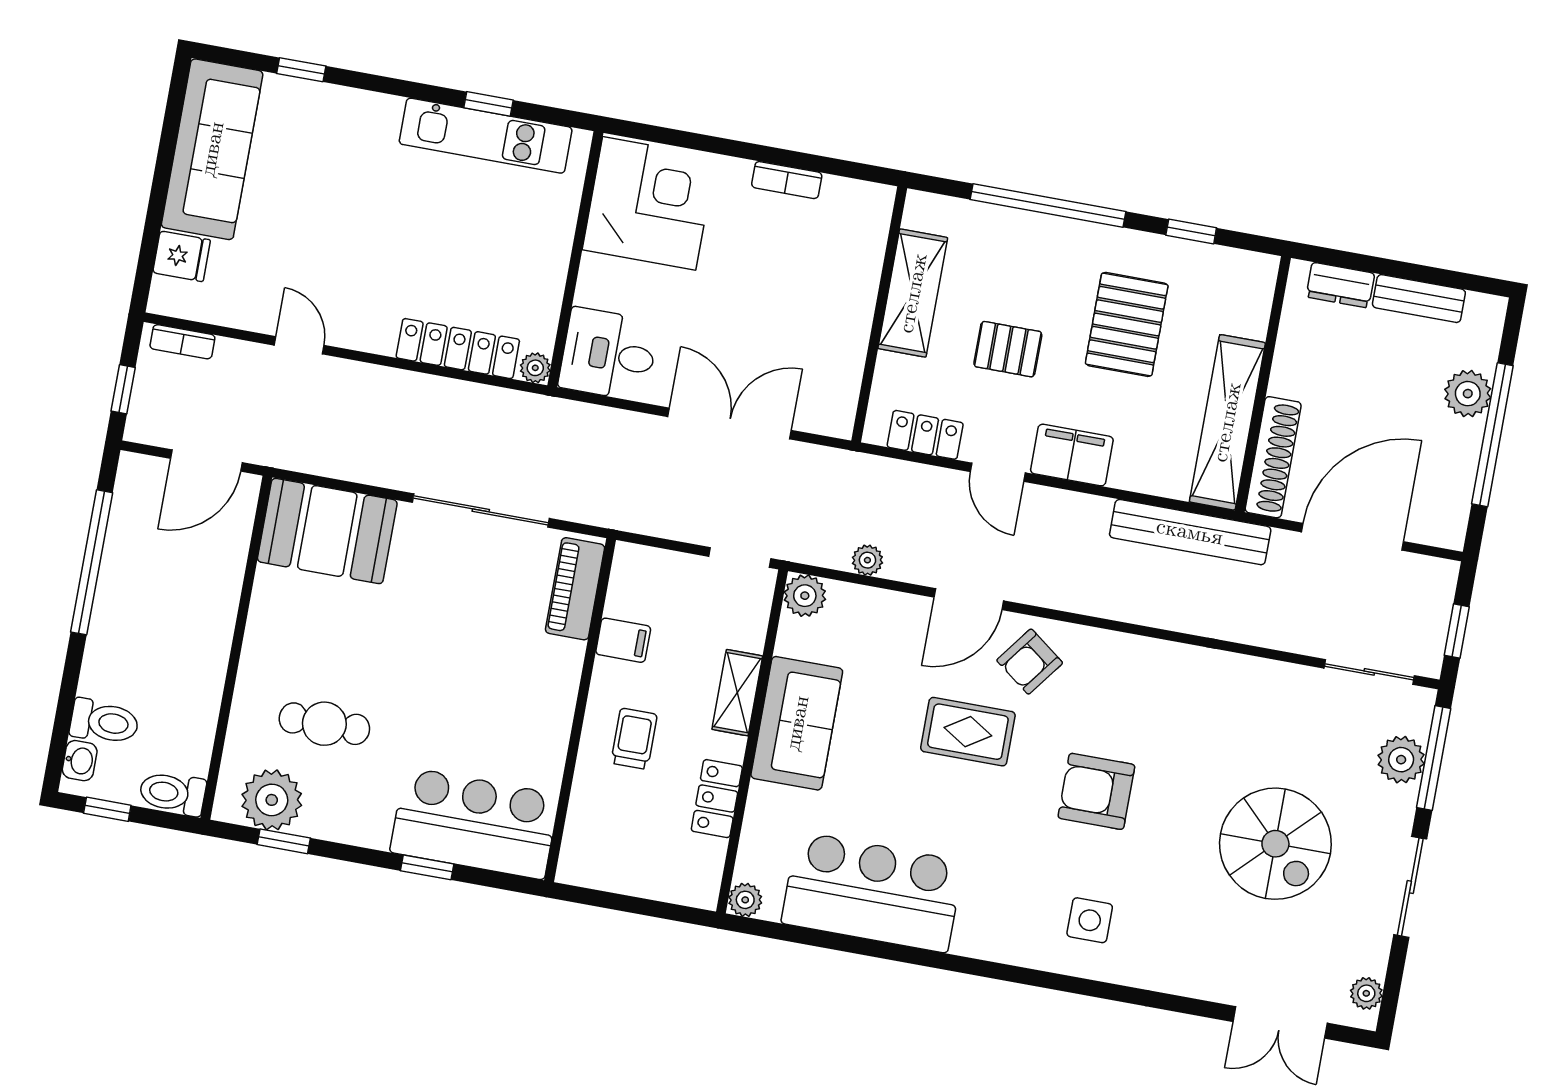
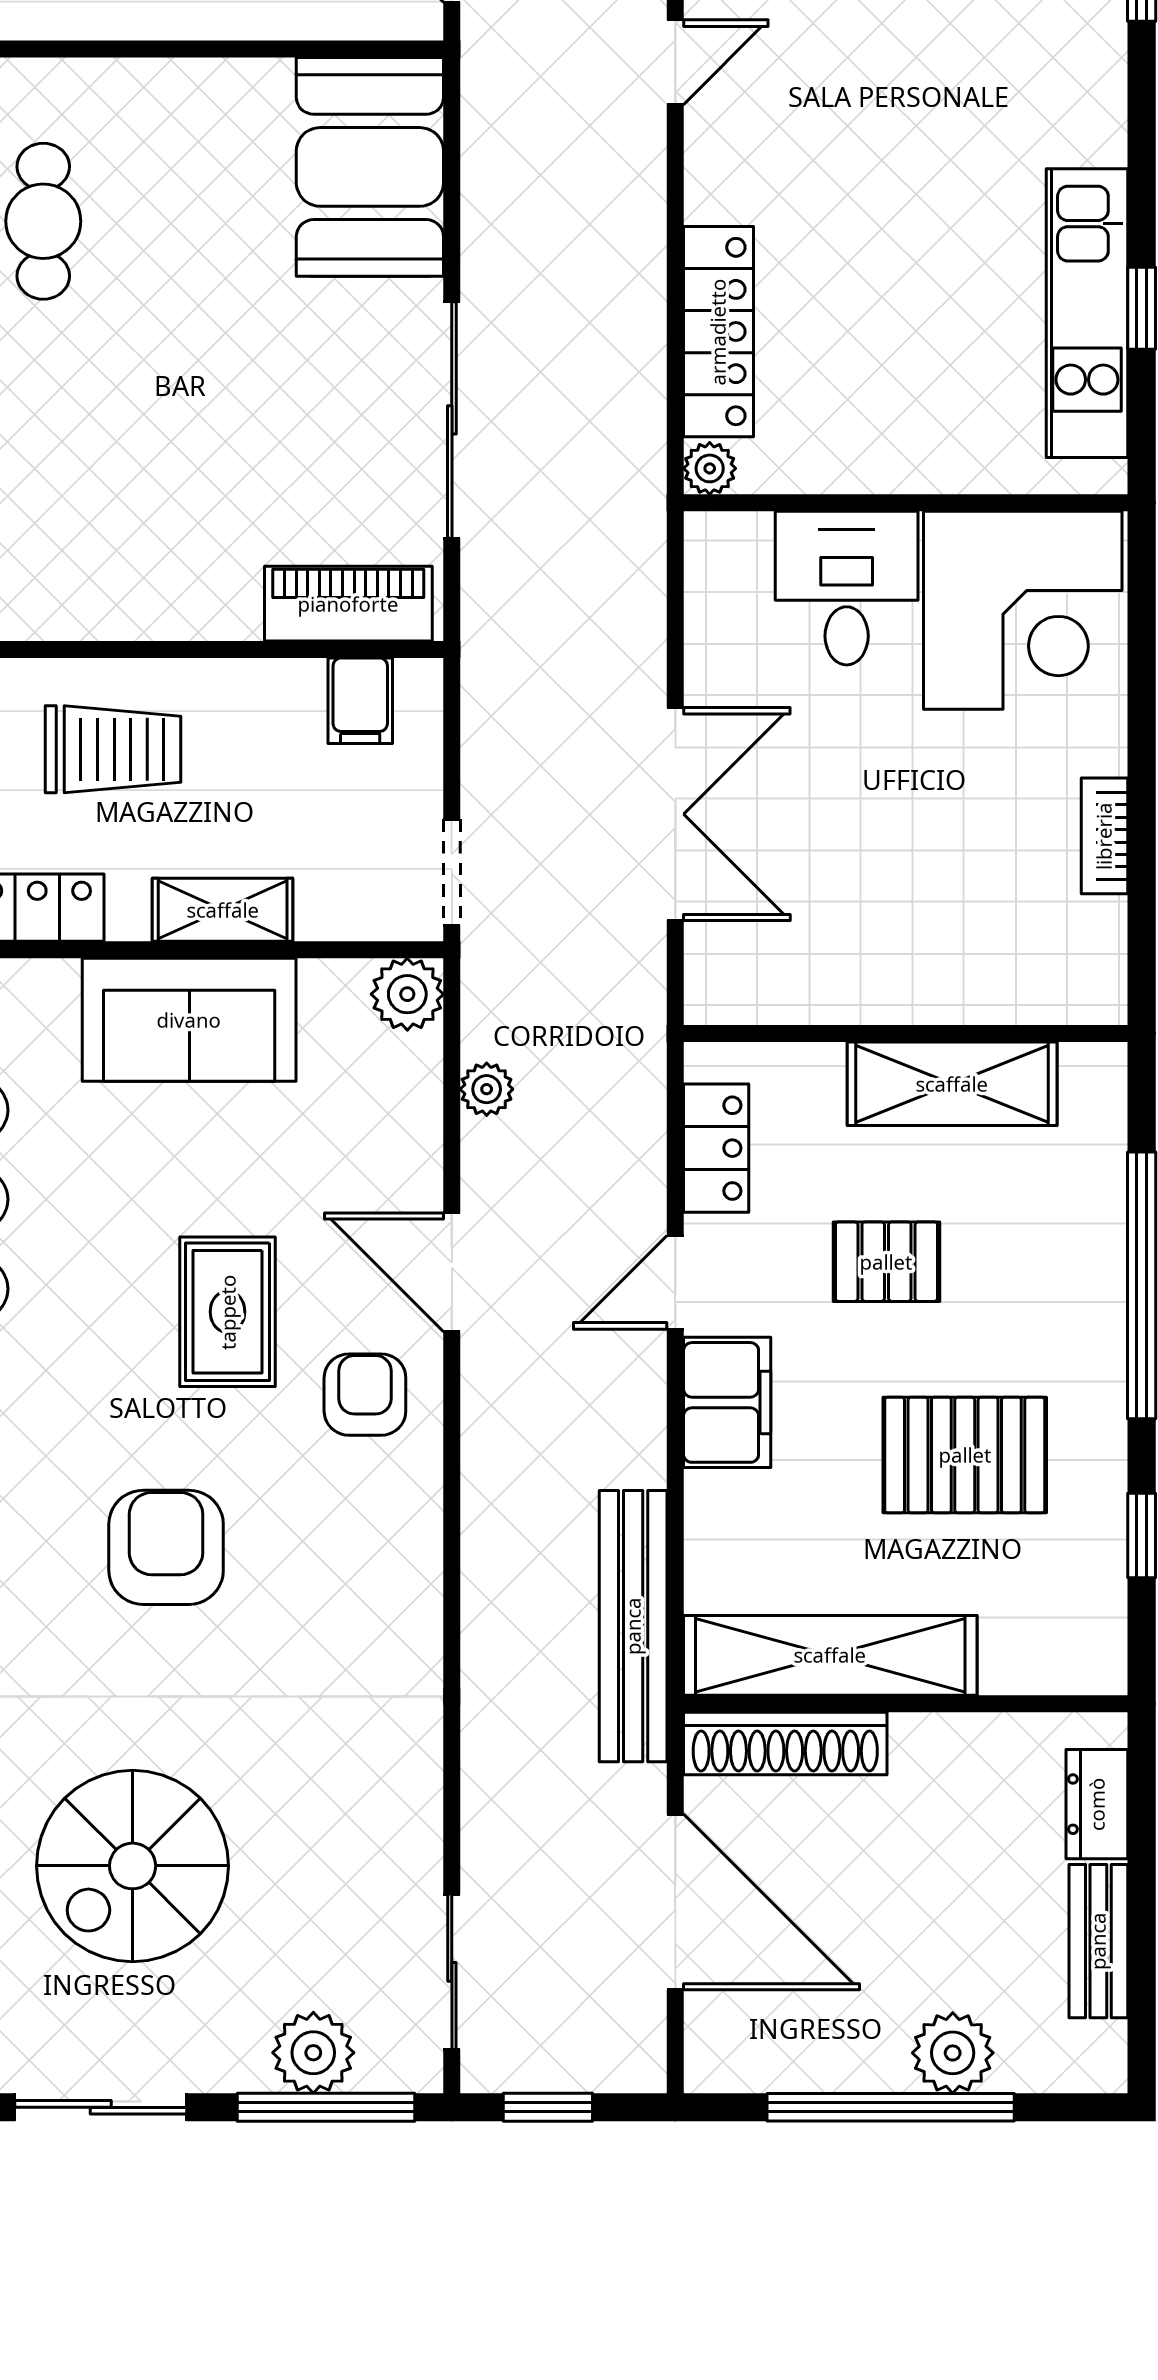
pallet: (1008, 349) -> (886, 1262), turned 90
desk: (609, 354) -> (847, 588), moved
filing cabinet: (623, 640) -> (360, 701), moved
armchair: (1030, 662) -> (365, 1395), turned 53
trolley: (634, 739) -> (113, 749), width x1.36, depth x1.39

